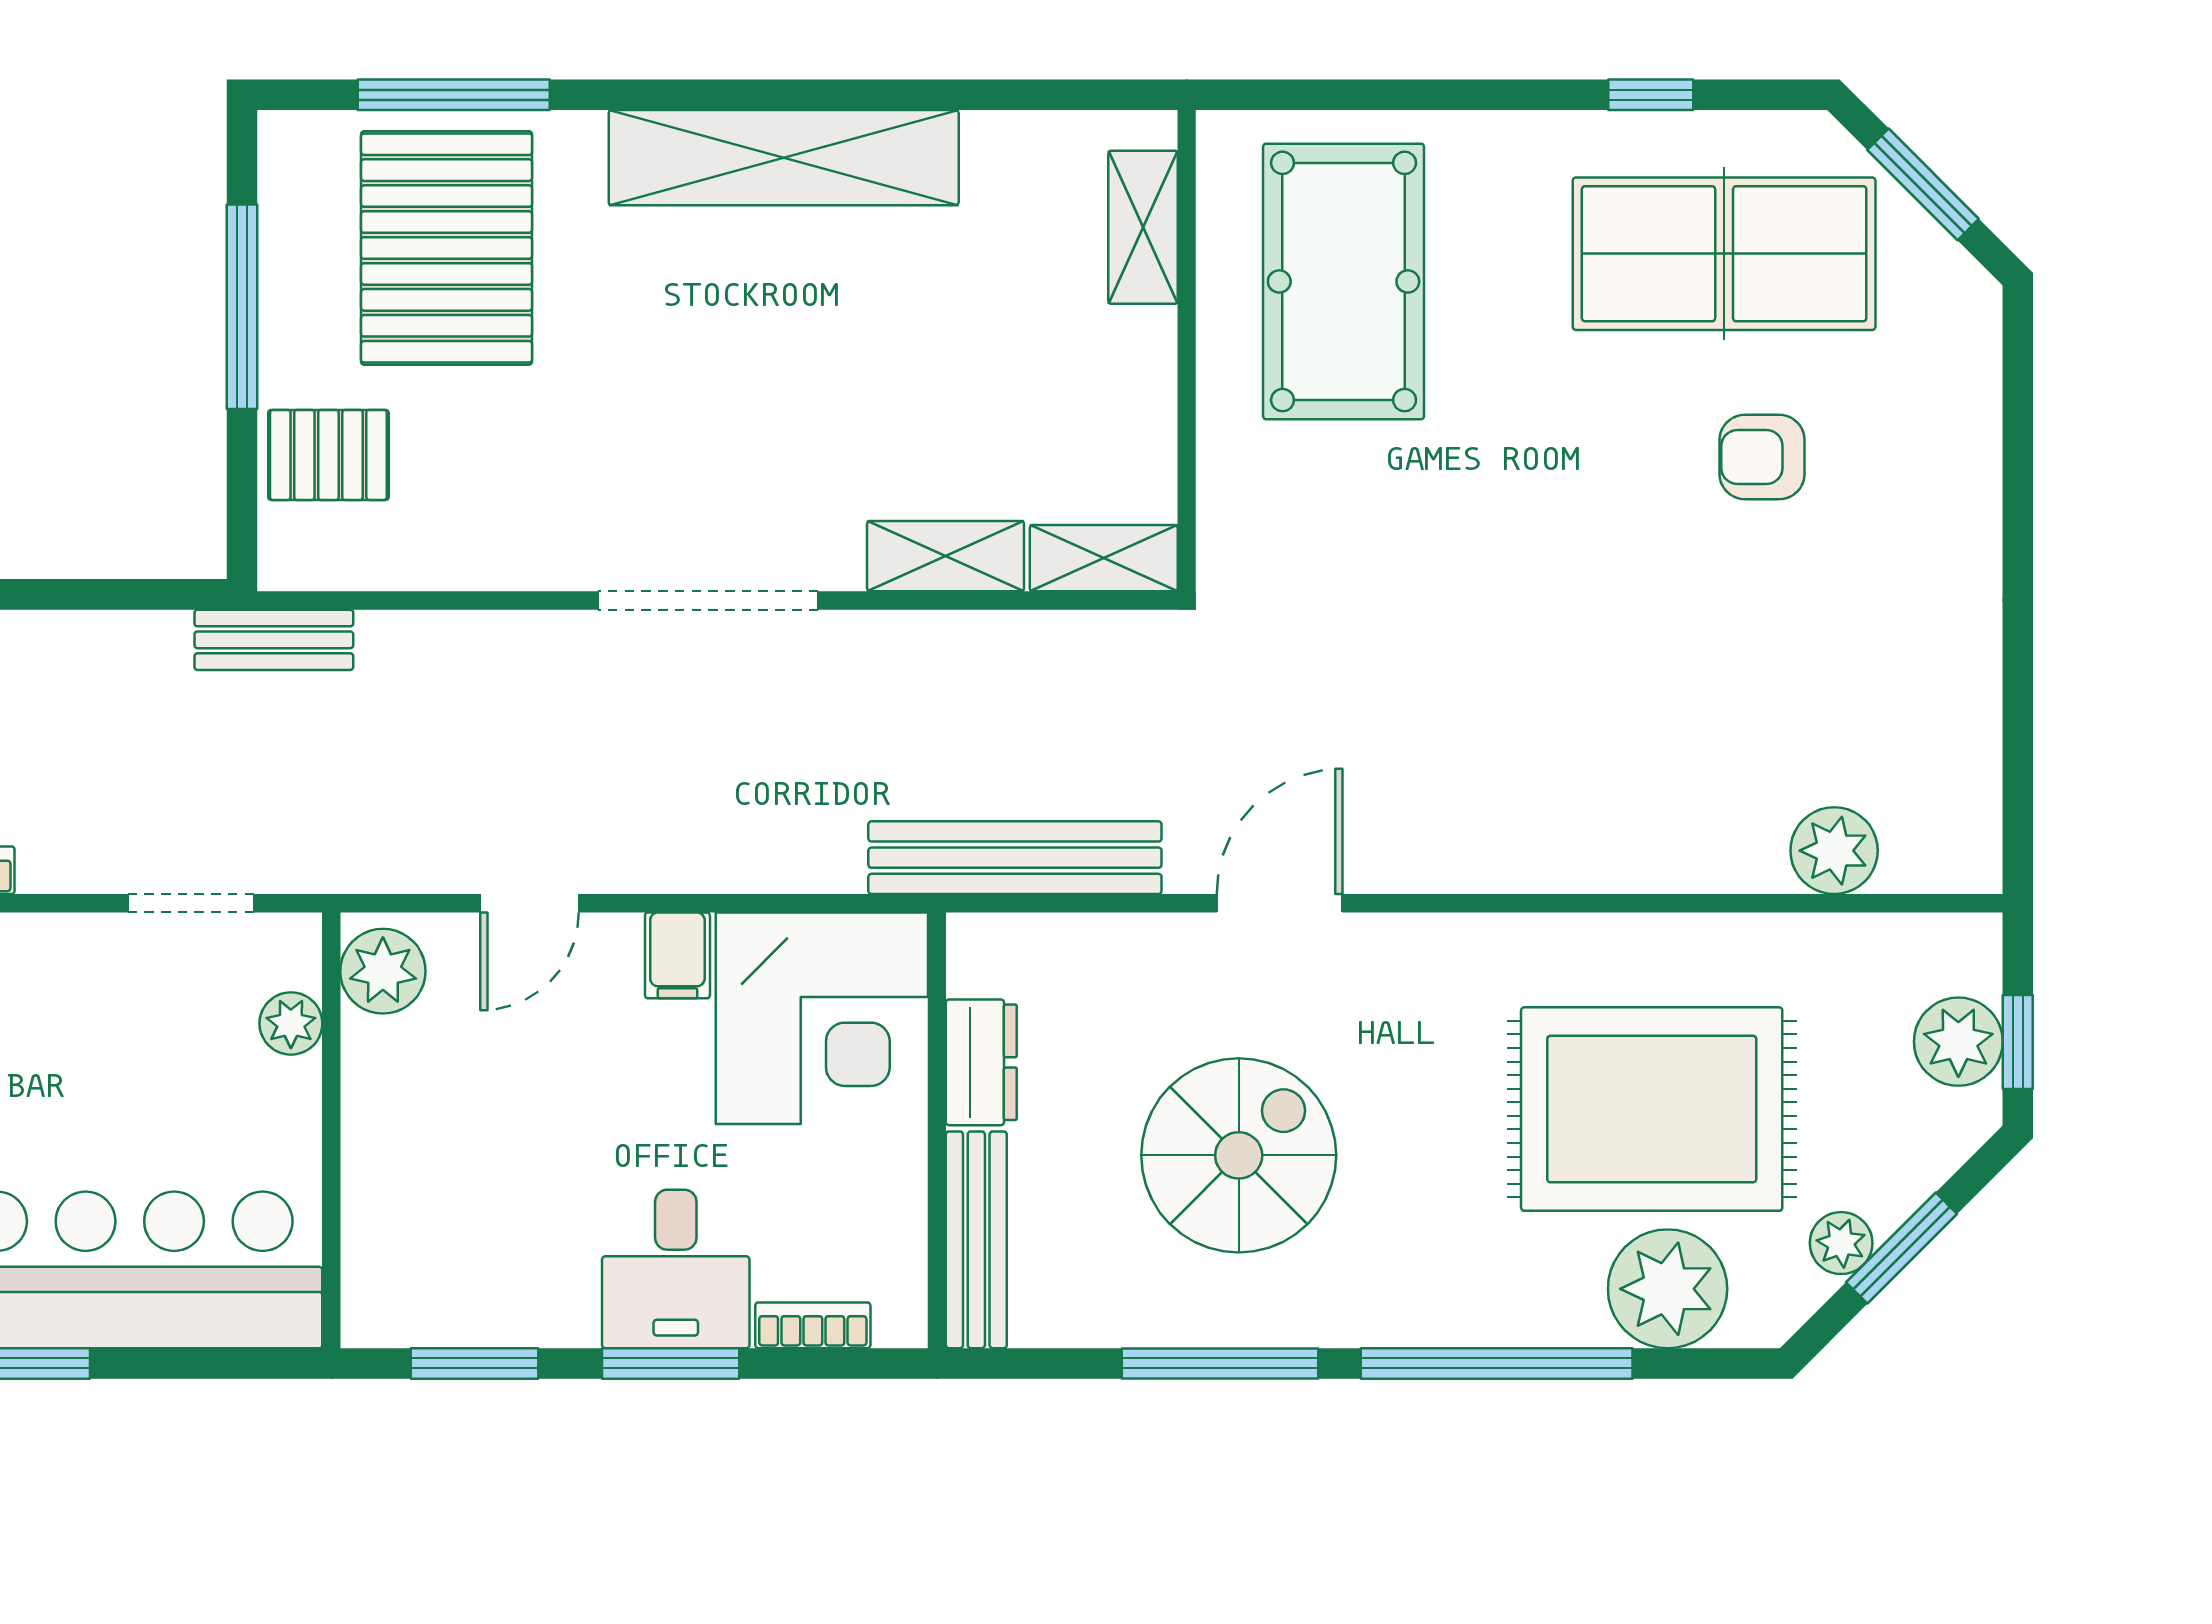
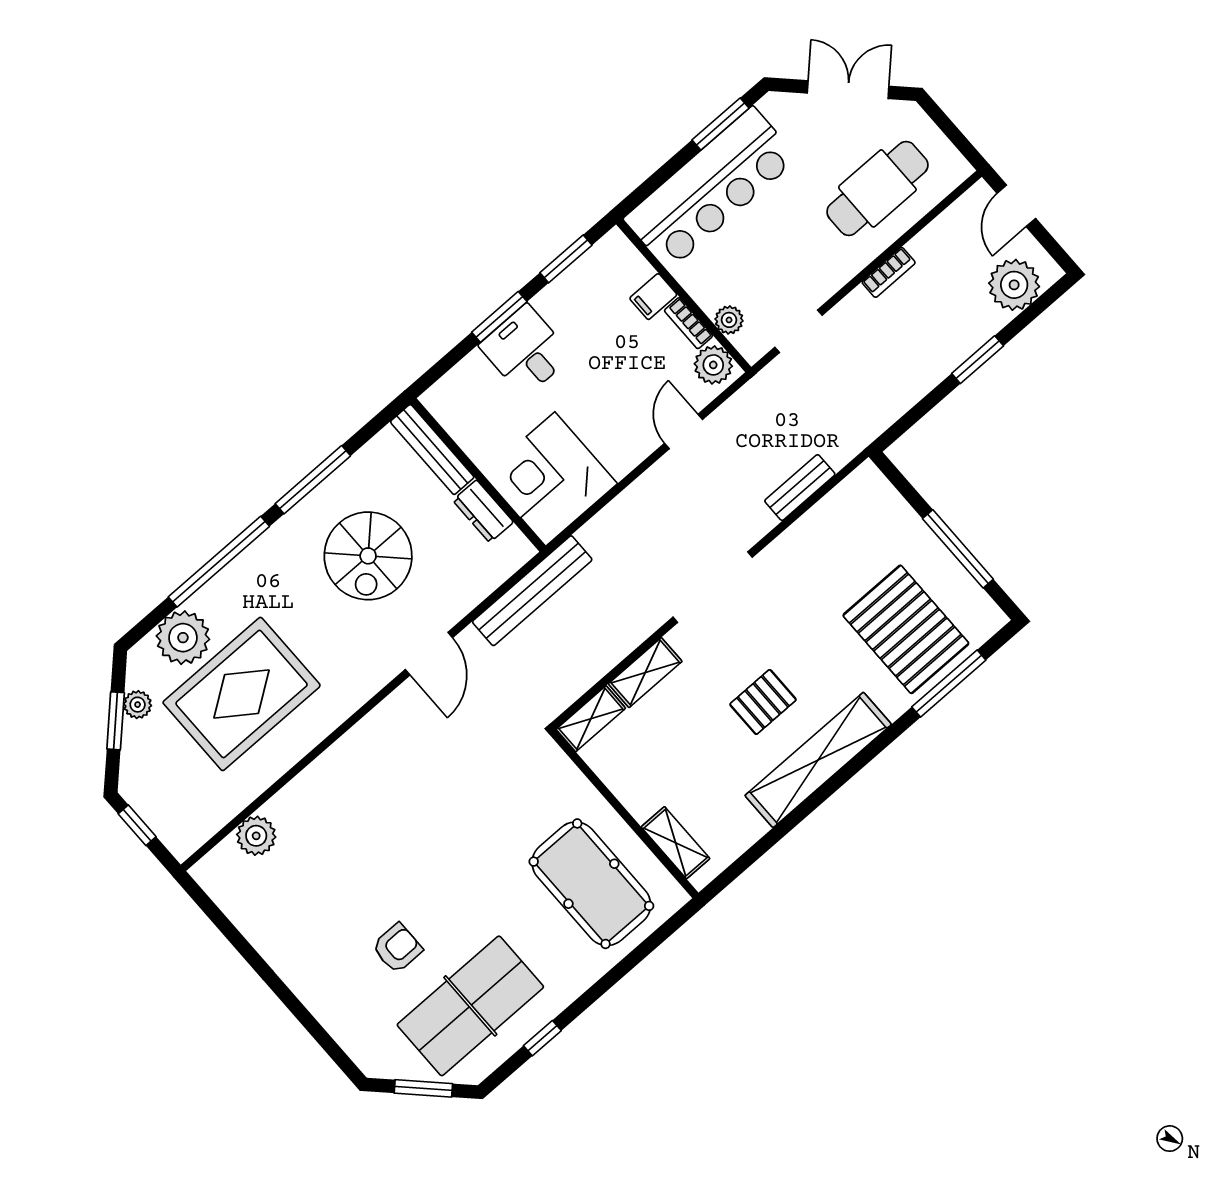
pallet: (328, 455) -> (763, 702), moved
bench: (274, 640) -> (800, 488), moved
filing cabinet: (677, 955) -> (653, 297), moved, turned -90
plant: (1958, 1042) -> (157, 808), removed
bookcase: (813, 1325) -> (689, 323), moved, turned 90

